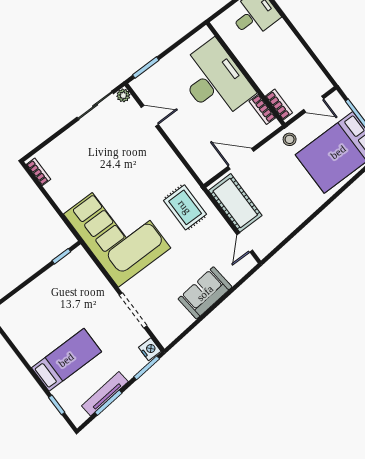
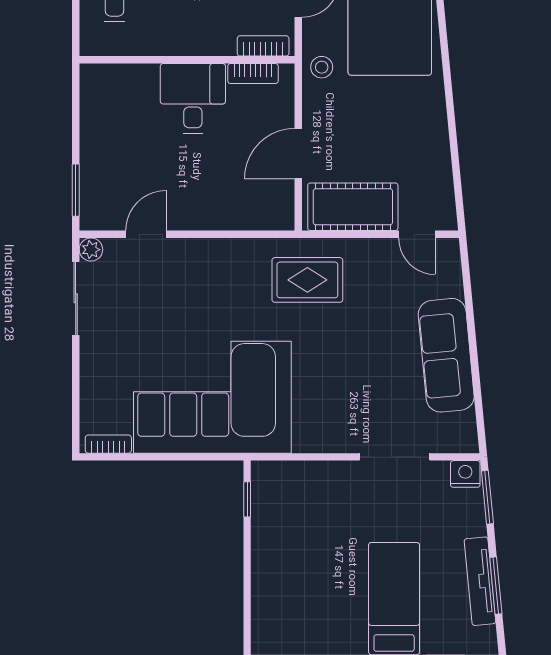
desk: (215, 81) -> (193, 98), width x0.53, depth x0.77
corner sofa: (117, 231) -> (212, 397), moved
sofa: (205, 293) -> (446, 355), width x1.36

